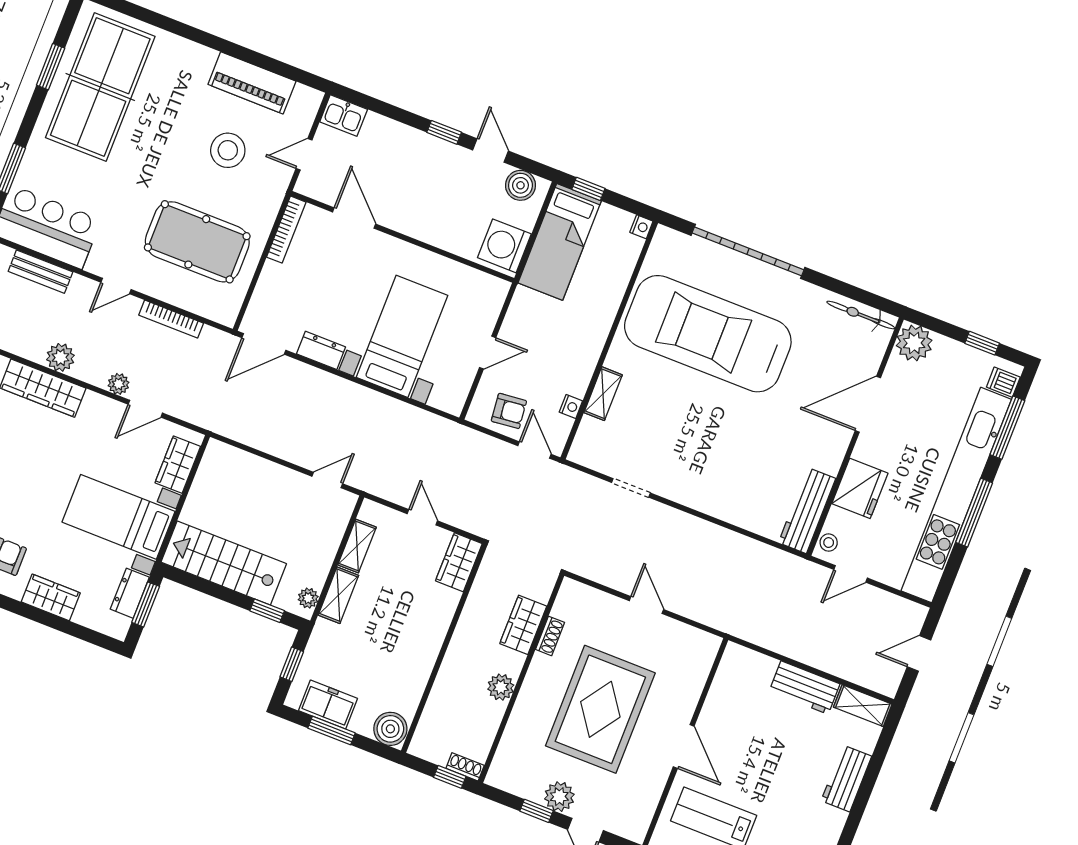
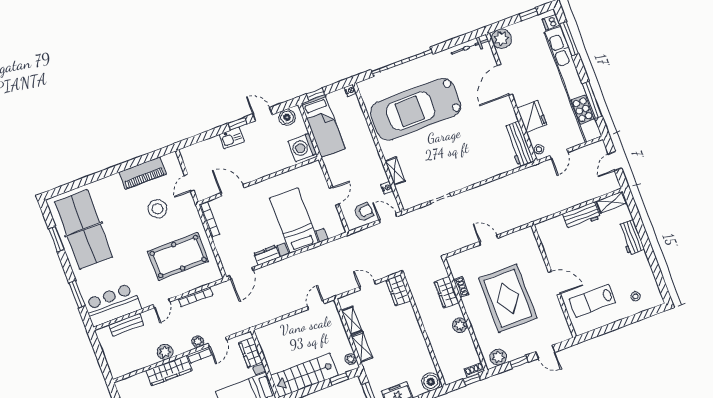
kitchen sink: (344, 116) -> (232, 138), moved
bookcase: (104, 404) -> (200, 355), added
window: (974, 513) -> (592, 100), moved
plant: (559, 797) -> (498, 357), moved

